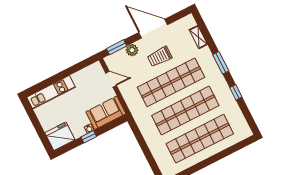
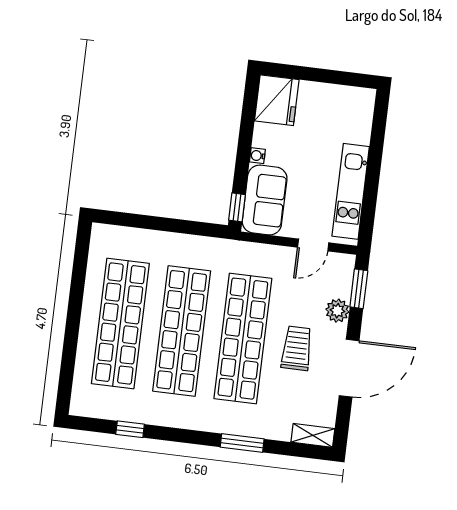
shelving: (198, 37) -> (313, 435), moved
window: (221, 63) -> (242, 443), moved
kitchen unit: (51, 92) -> (351, 191), moved
window: (236, 92) -> (130, 429), moved
window: (89, 137) -> (237, 207), moved

